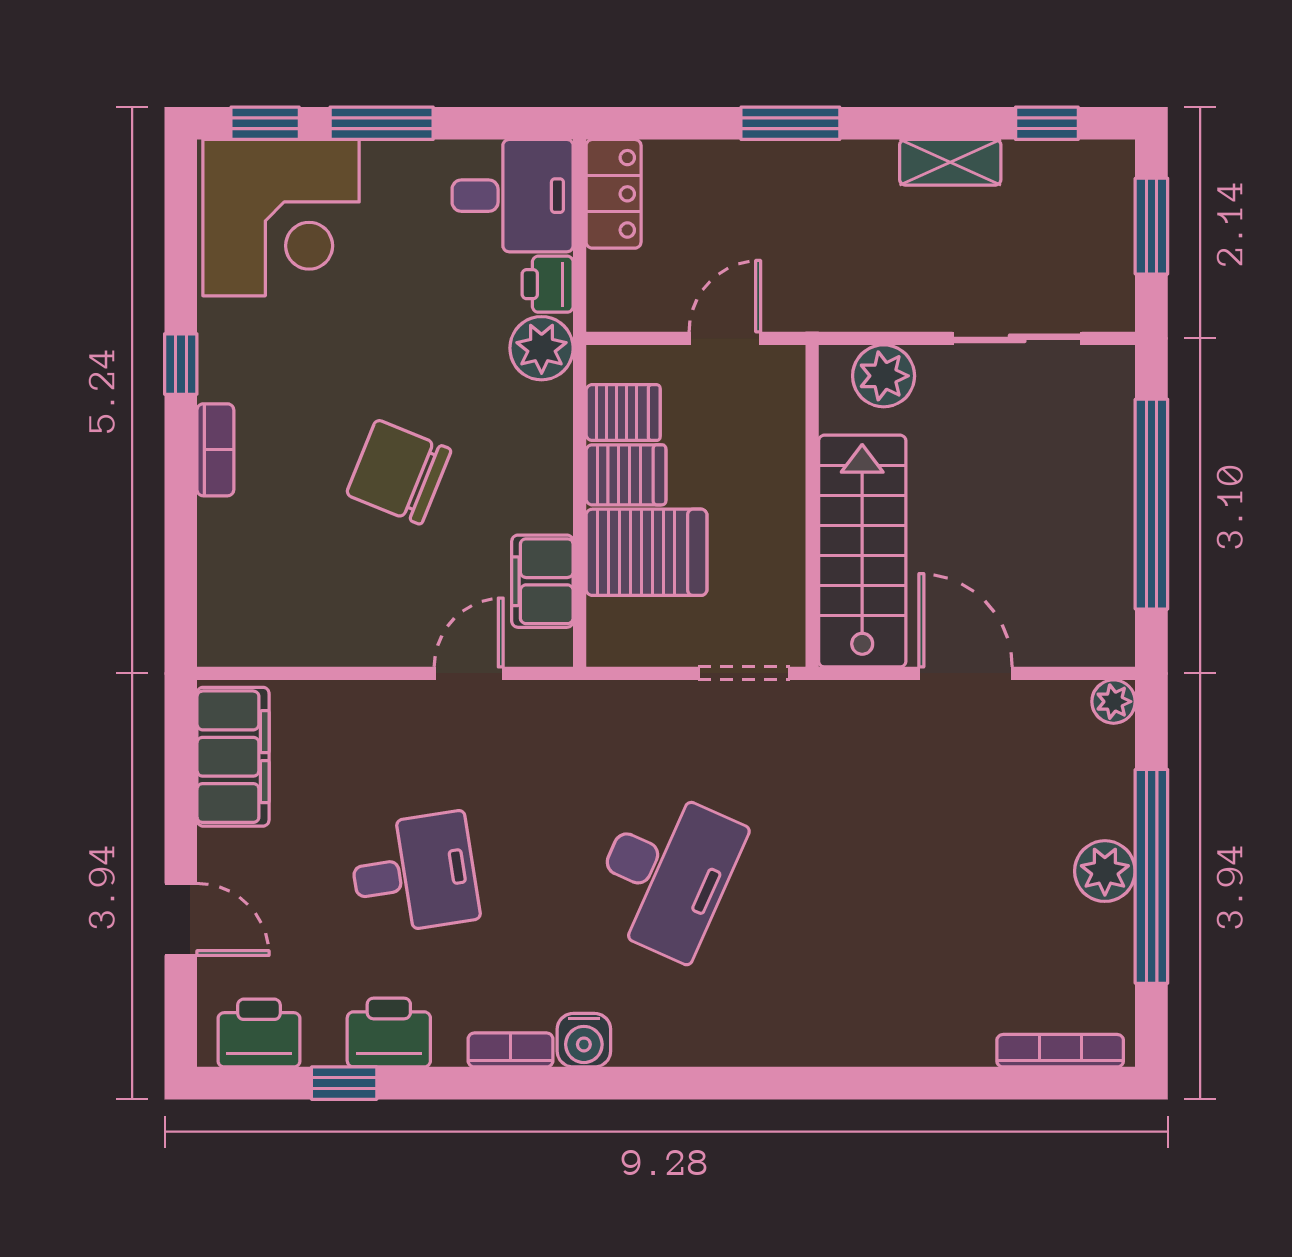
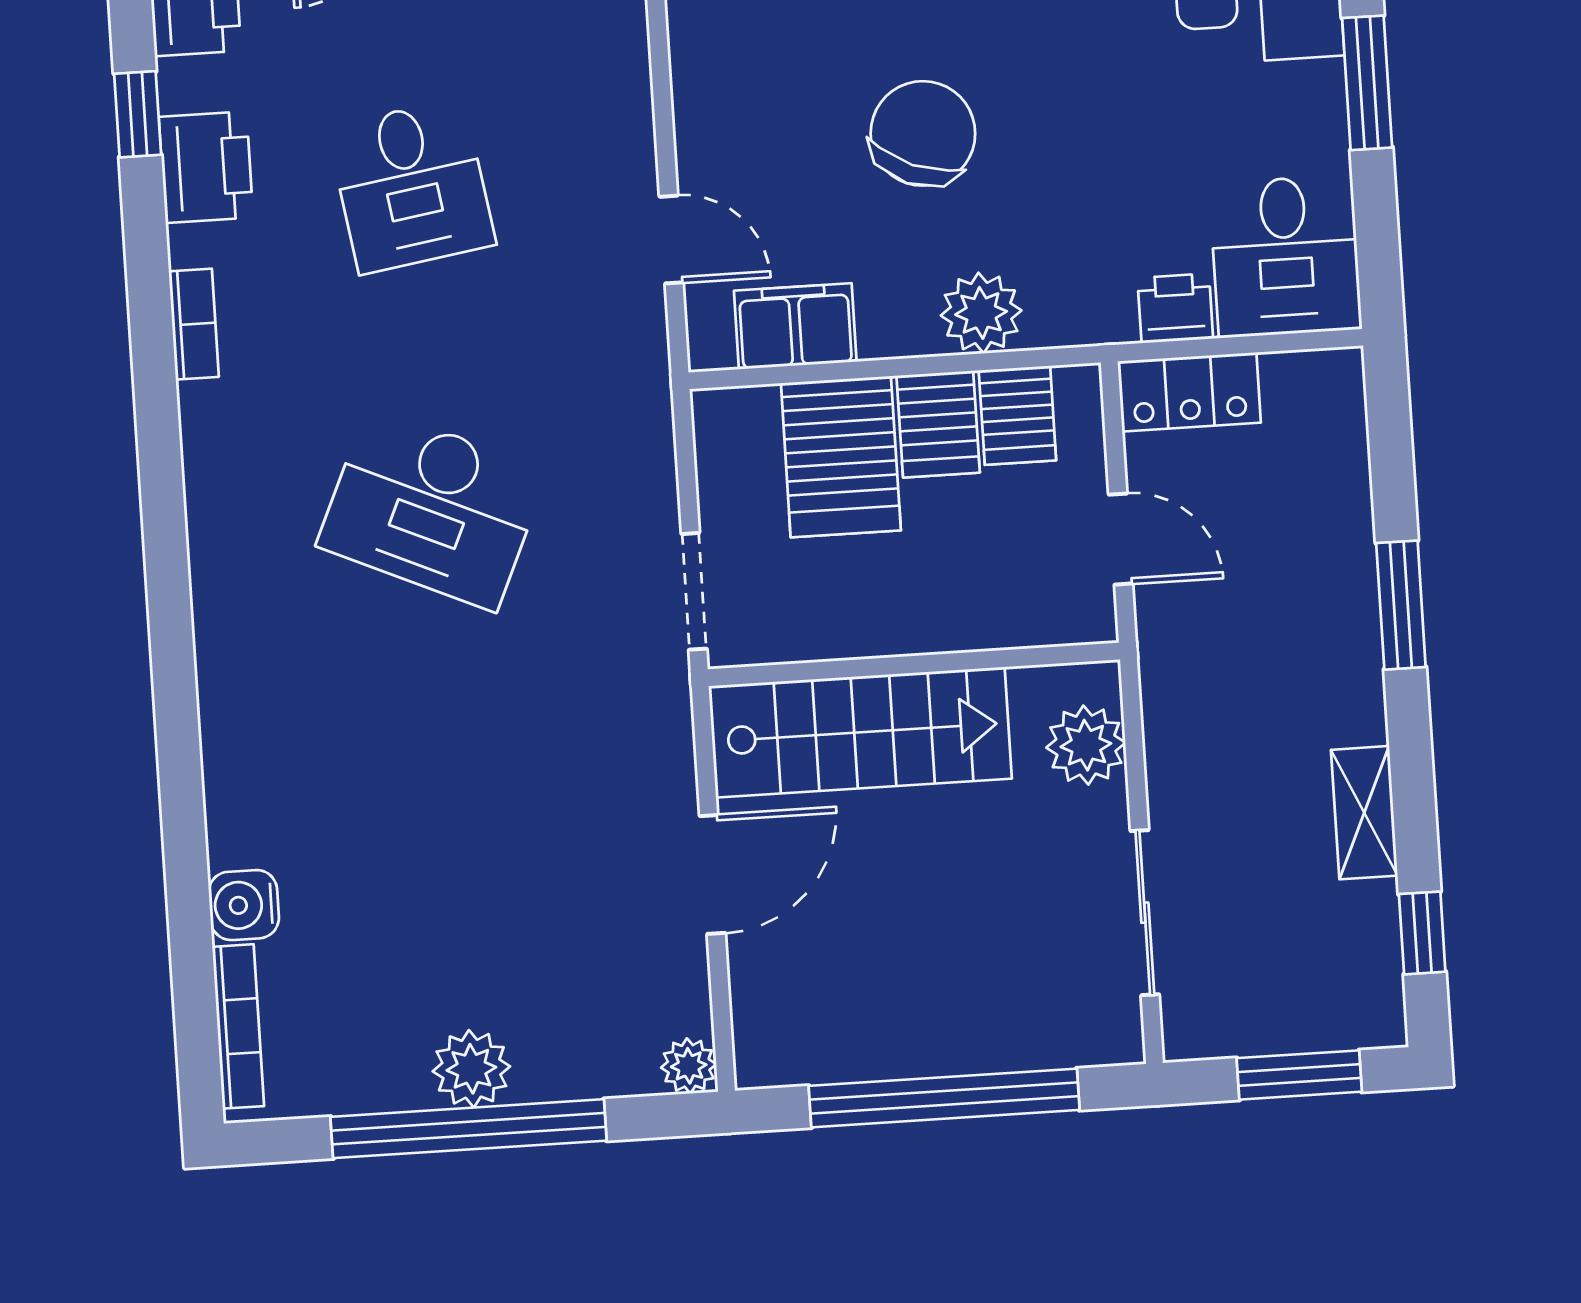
locker: (614, 194) -> (1189, 392), moved
plant: (542, 348) -> (981, 313), moved
water cooler: (584, 1040) -> (244, 905), moved

